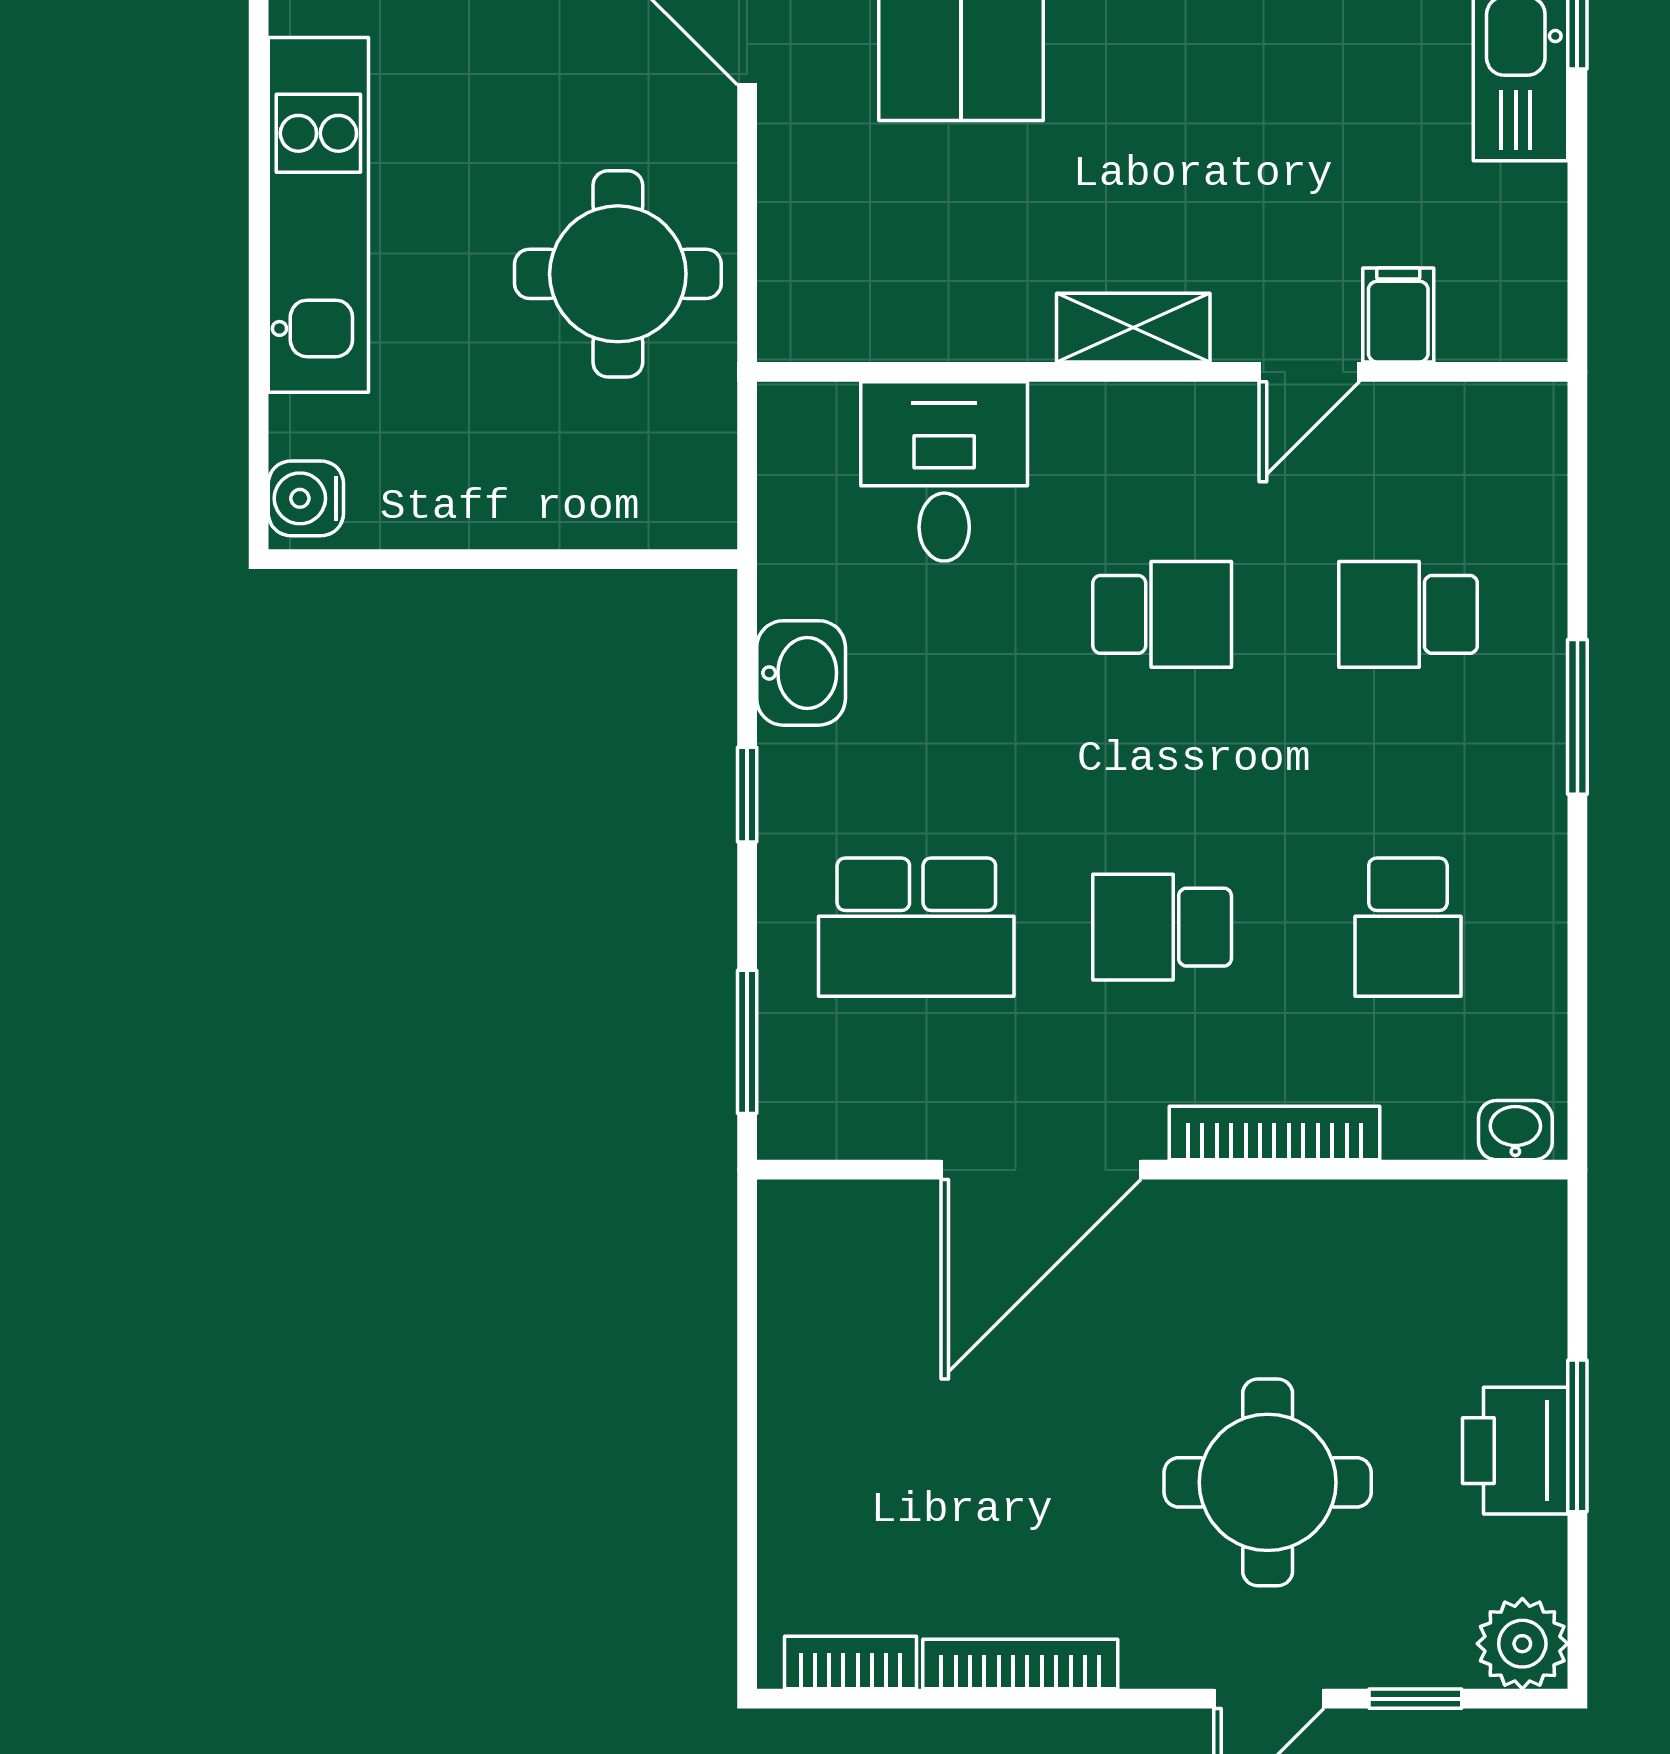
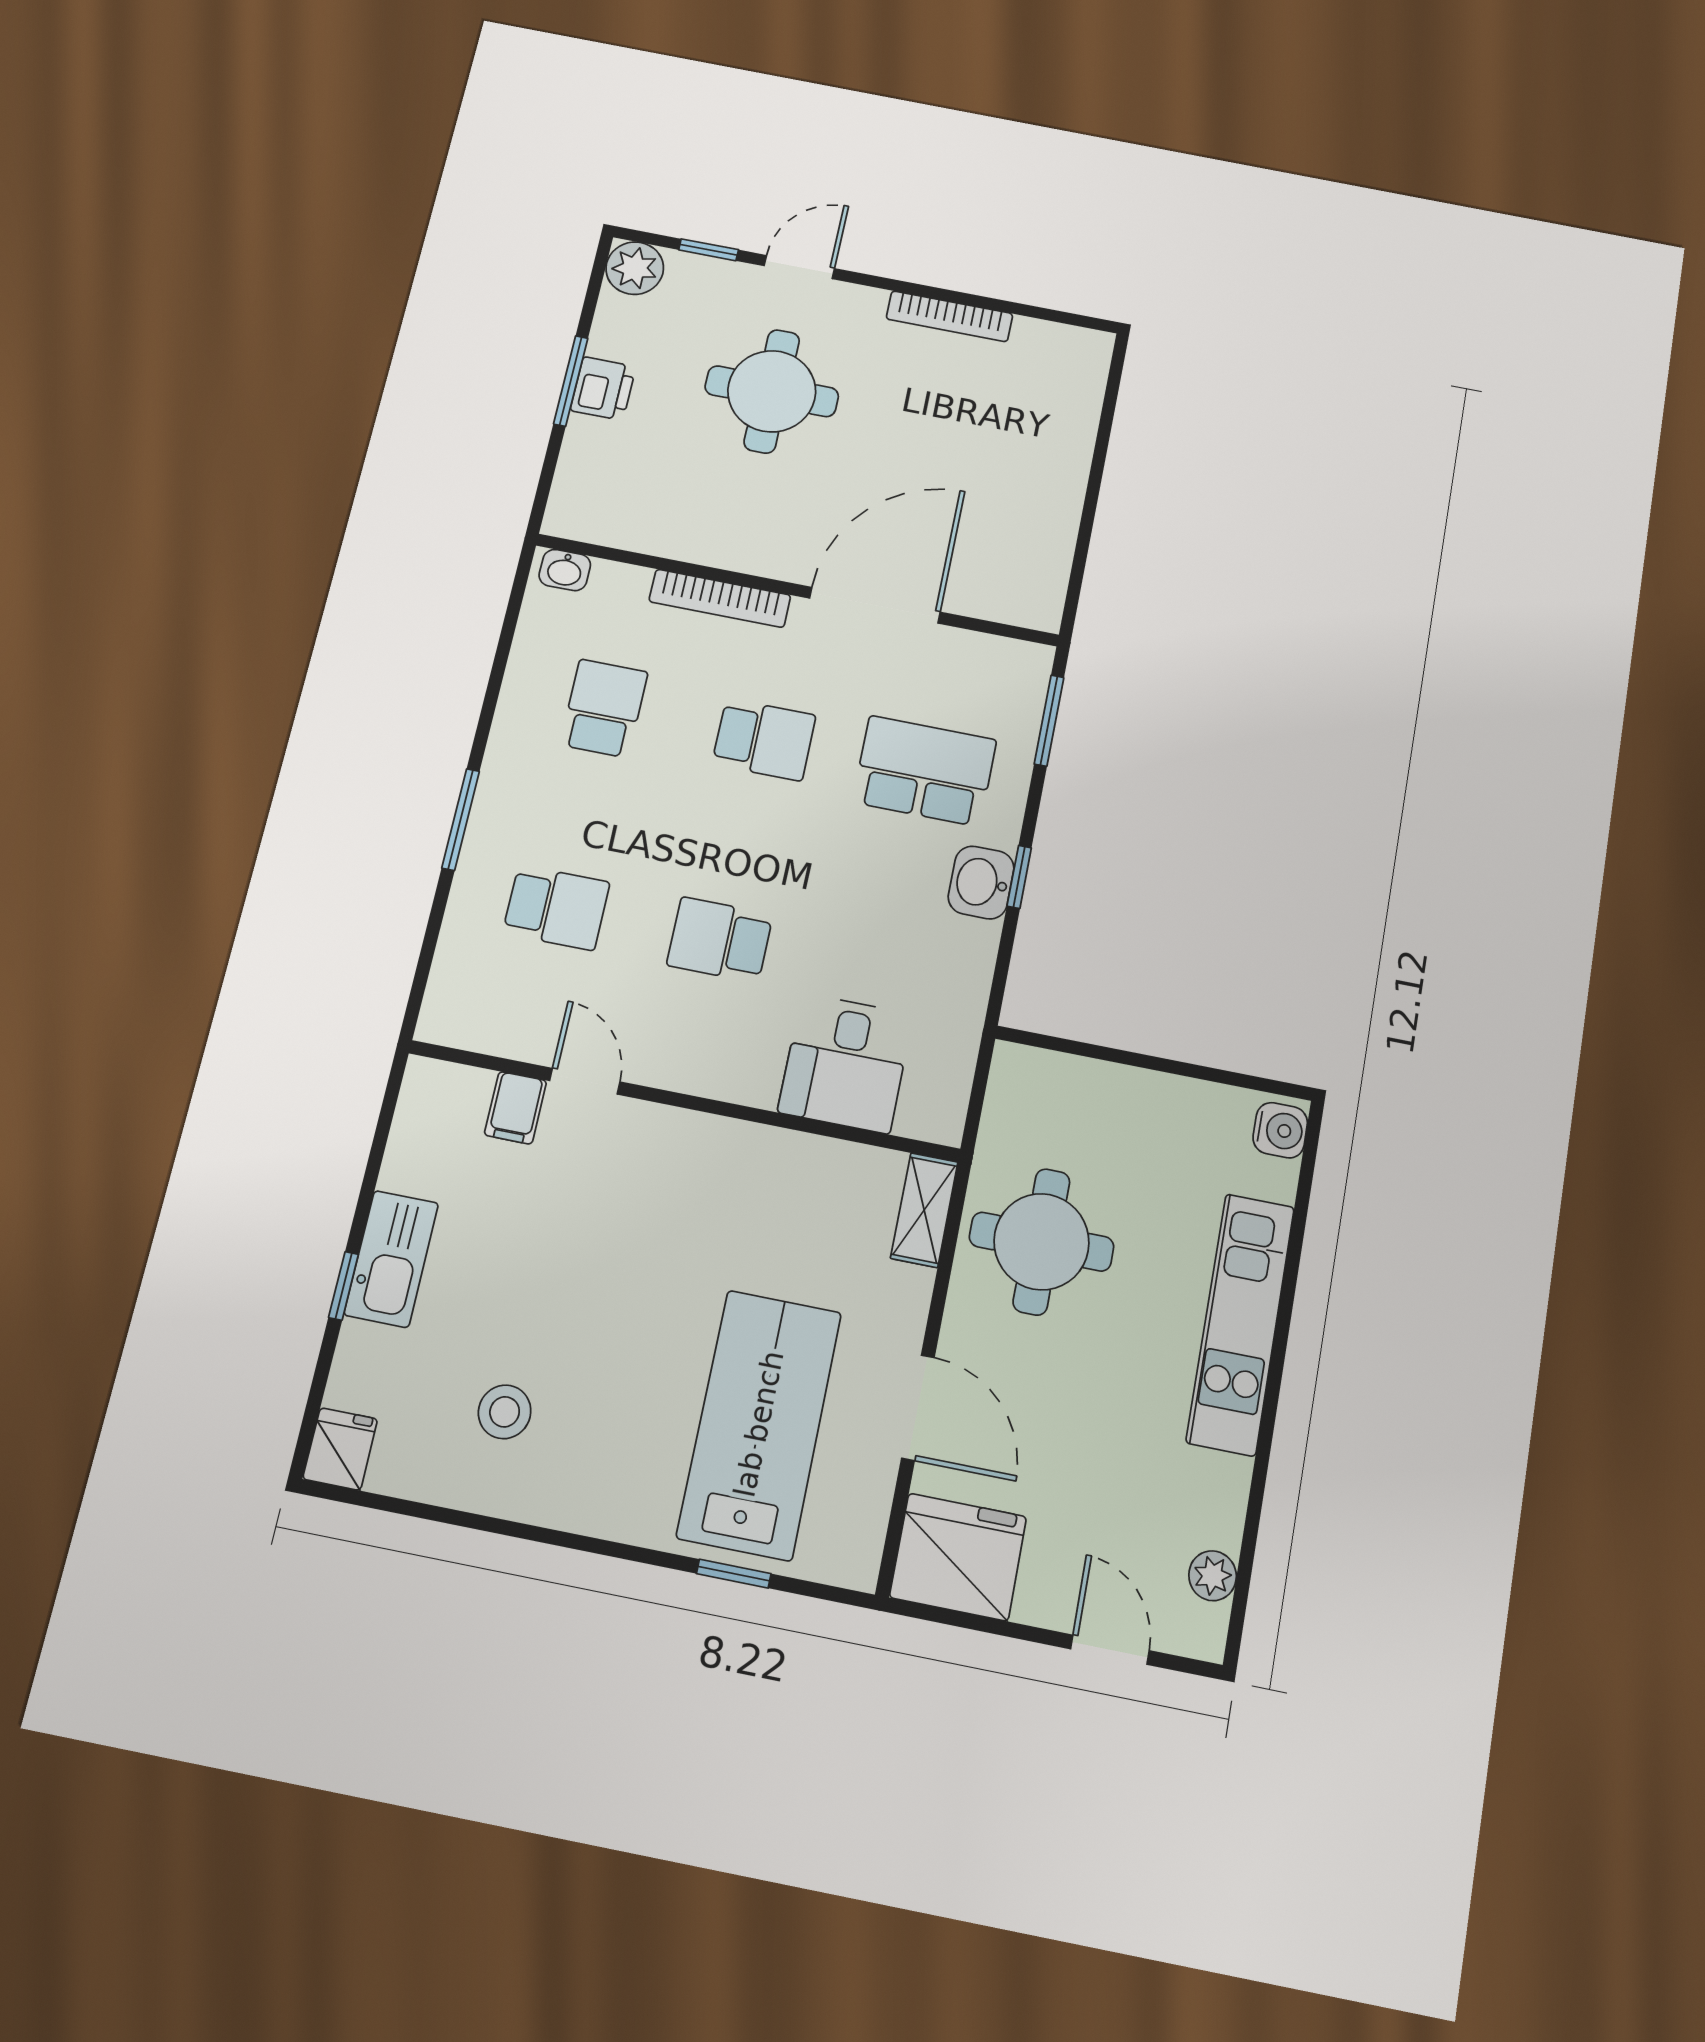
shelving: (1133, 328) -> (924, 1210), moved, turned 90
door: (1309, 372) -> (585, 1081), hinge flipped
washbasin: (801, 673) -> (981, 882), moved
printer: (1515, 1451) -> (603, 388), width x0.73, depth x0.81
bookcase: (850, 1663) -> (1055, 337), removed

